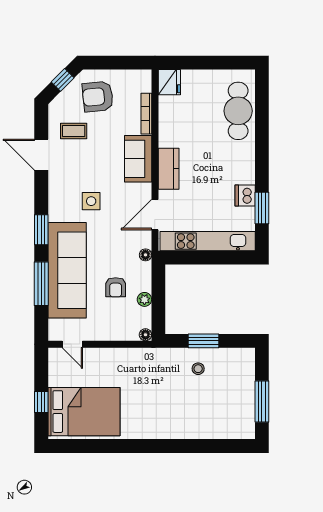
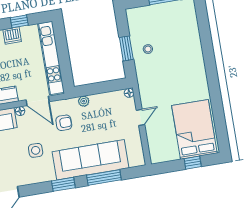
window: (262, 208) -> (19, 21), width x0.67
floor lamp: (145, 255) -> (20, 111), moved
armchair: (116, 287) -> (64, 123), moved
plant: (144, 299) -> (84, 101), moved
door: (72, 344) -> (140, 117), moved

